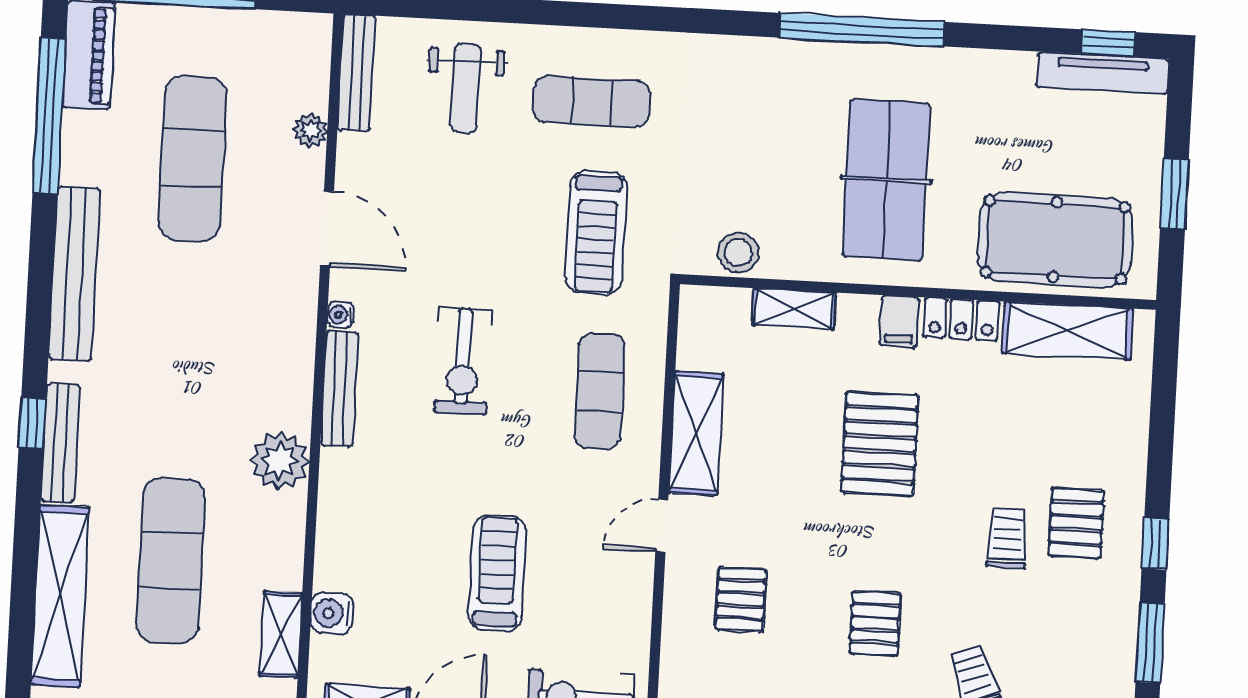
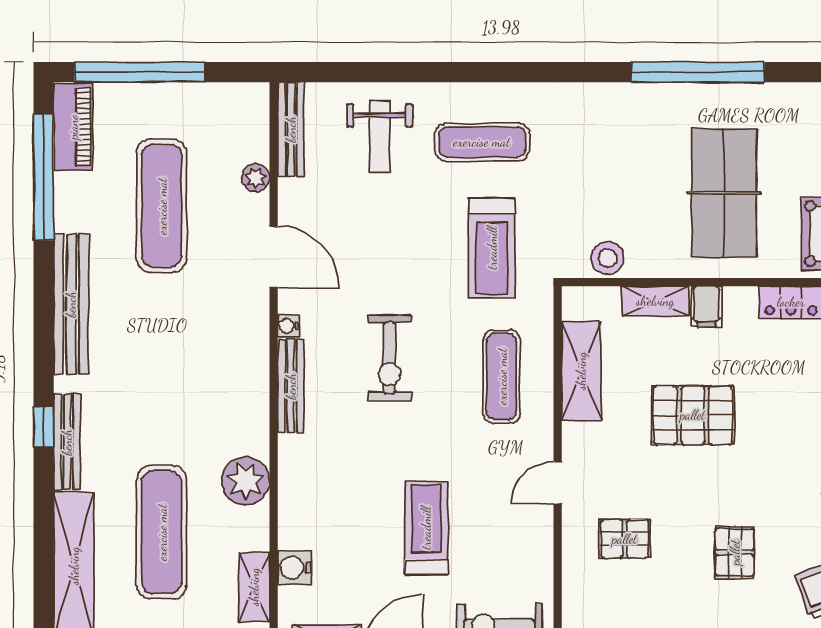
filing cabinet: (899, 321) -> (706, 307), moved
shelving: (696, 433) -> (581, 371), moved
pallet: (880, 444) -> (693, 415), moved, turned 90
plant: (280, 461) -> (246, 481), moved
pallet: (741, 599) -> (625, 539), turned 90

